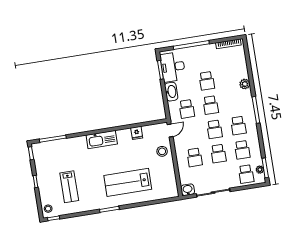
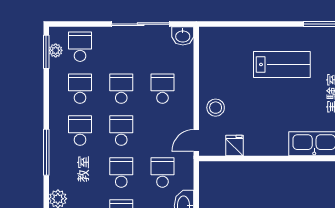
fridge: (137, 133) -> (235, 146), moved
lab bench: (128, 182) -> (282, 64), width x0.73, depth x0.72

